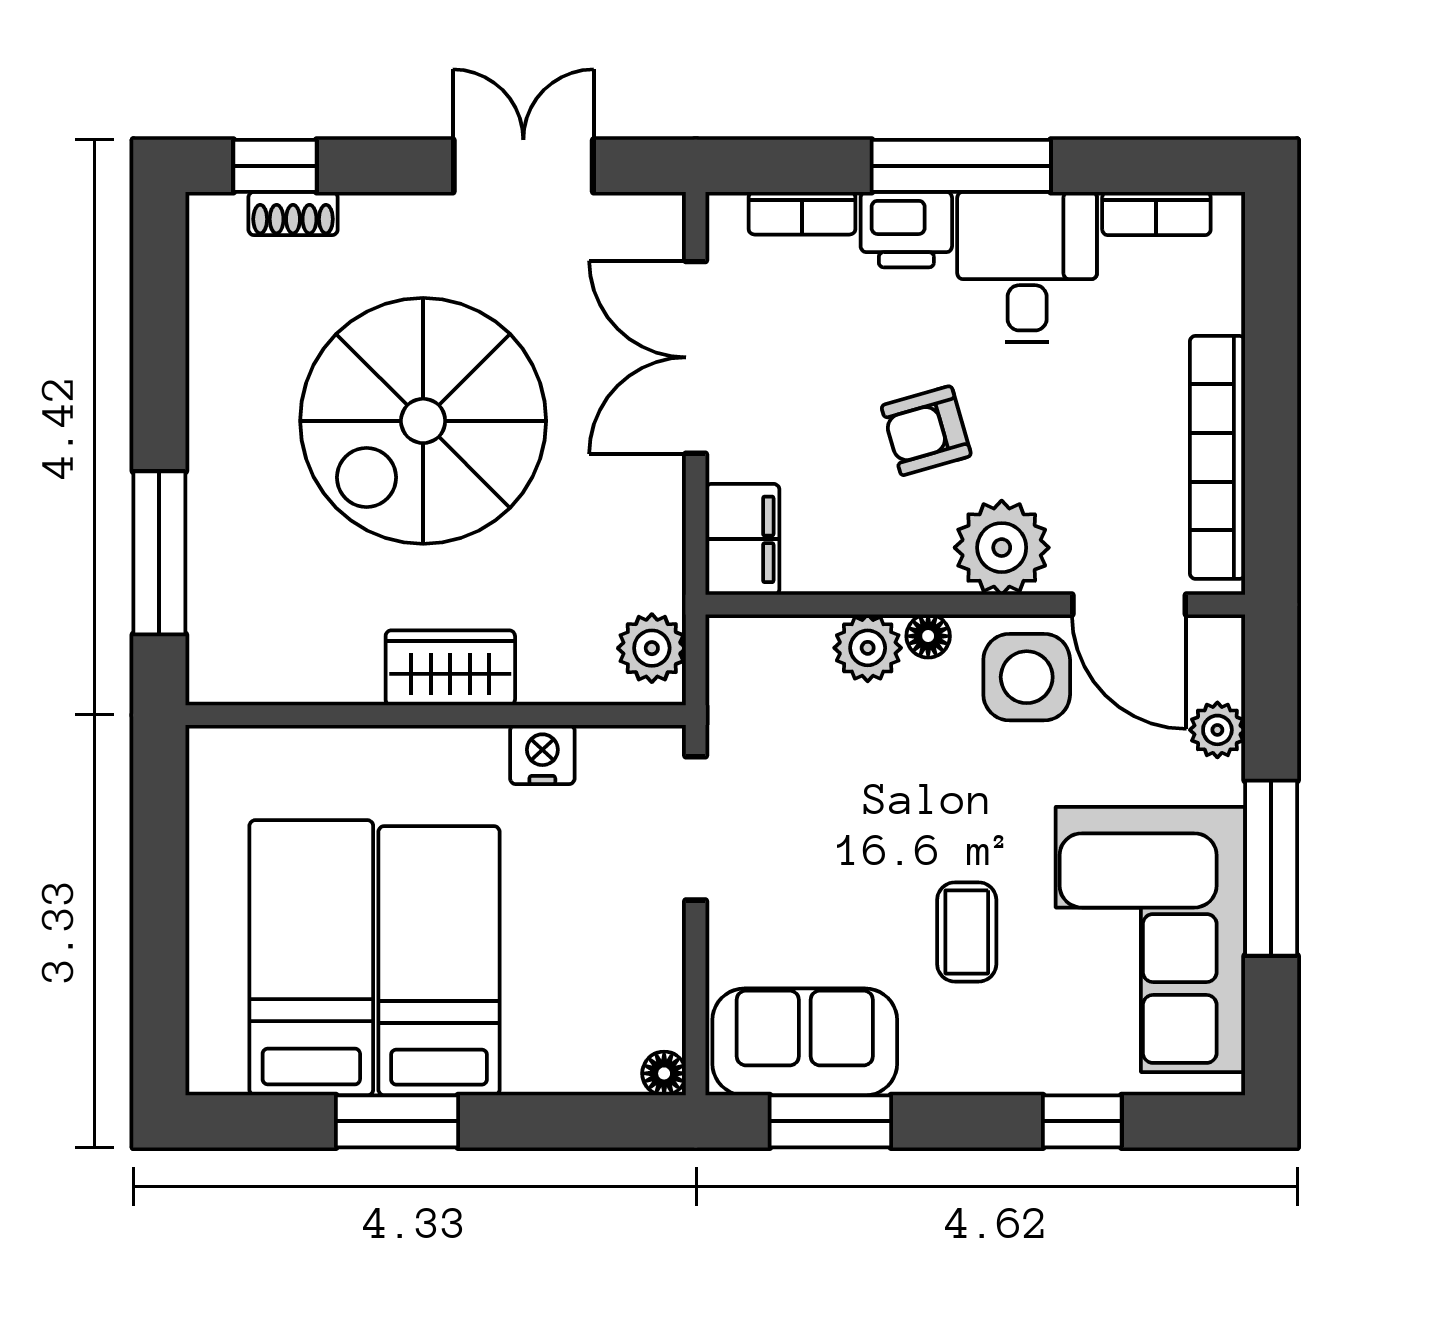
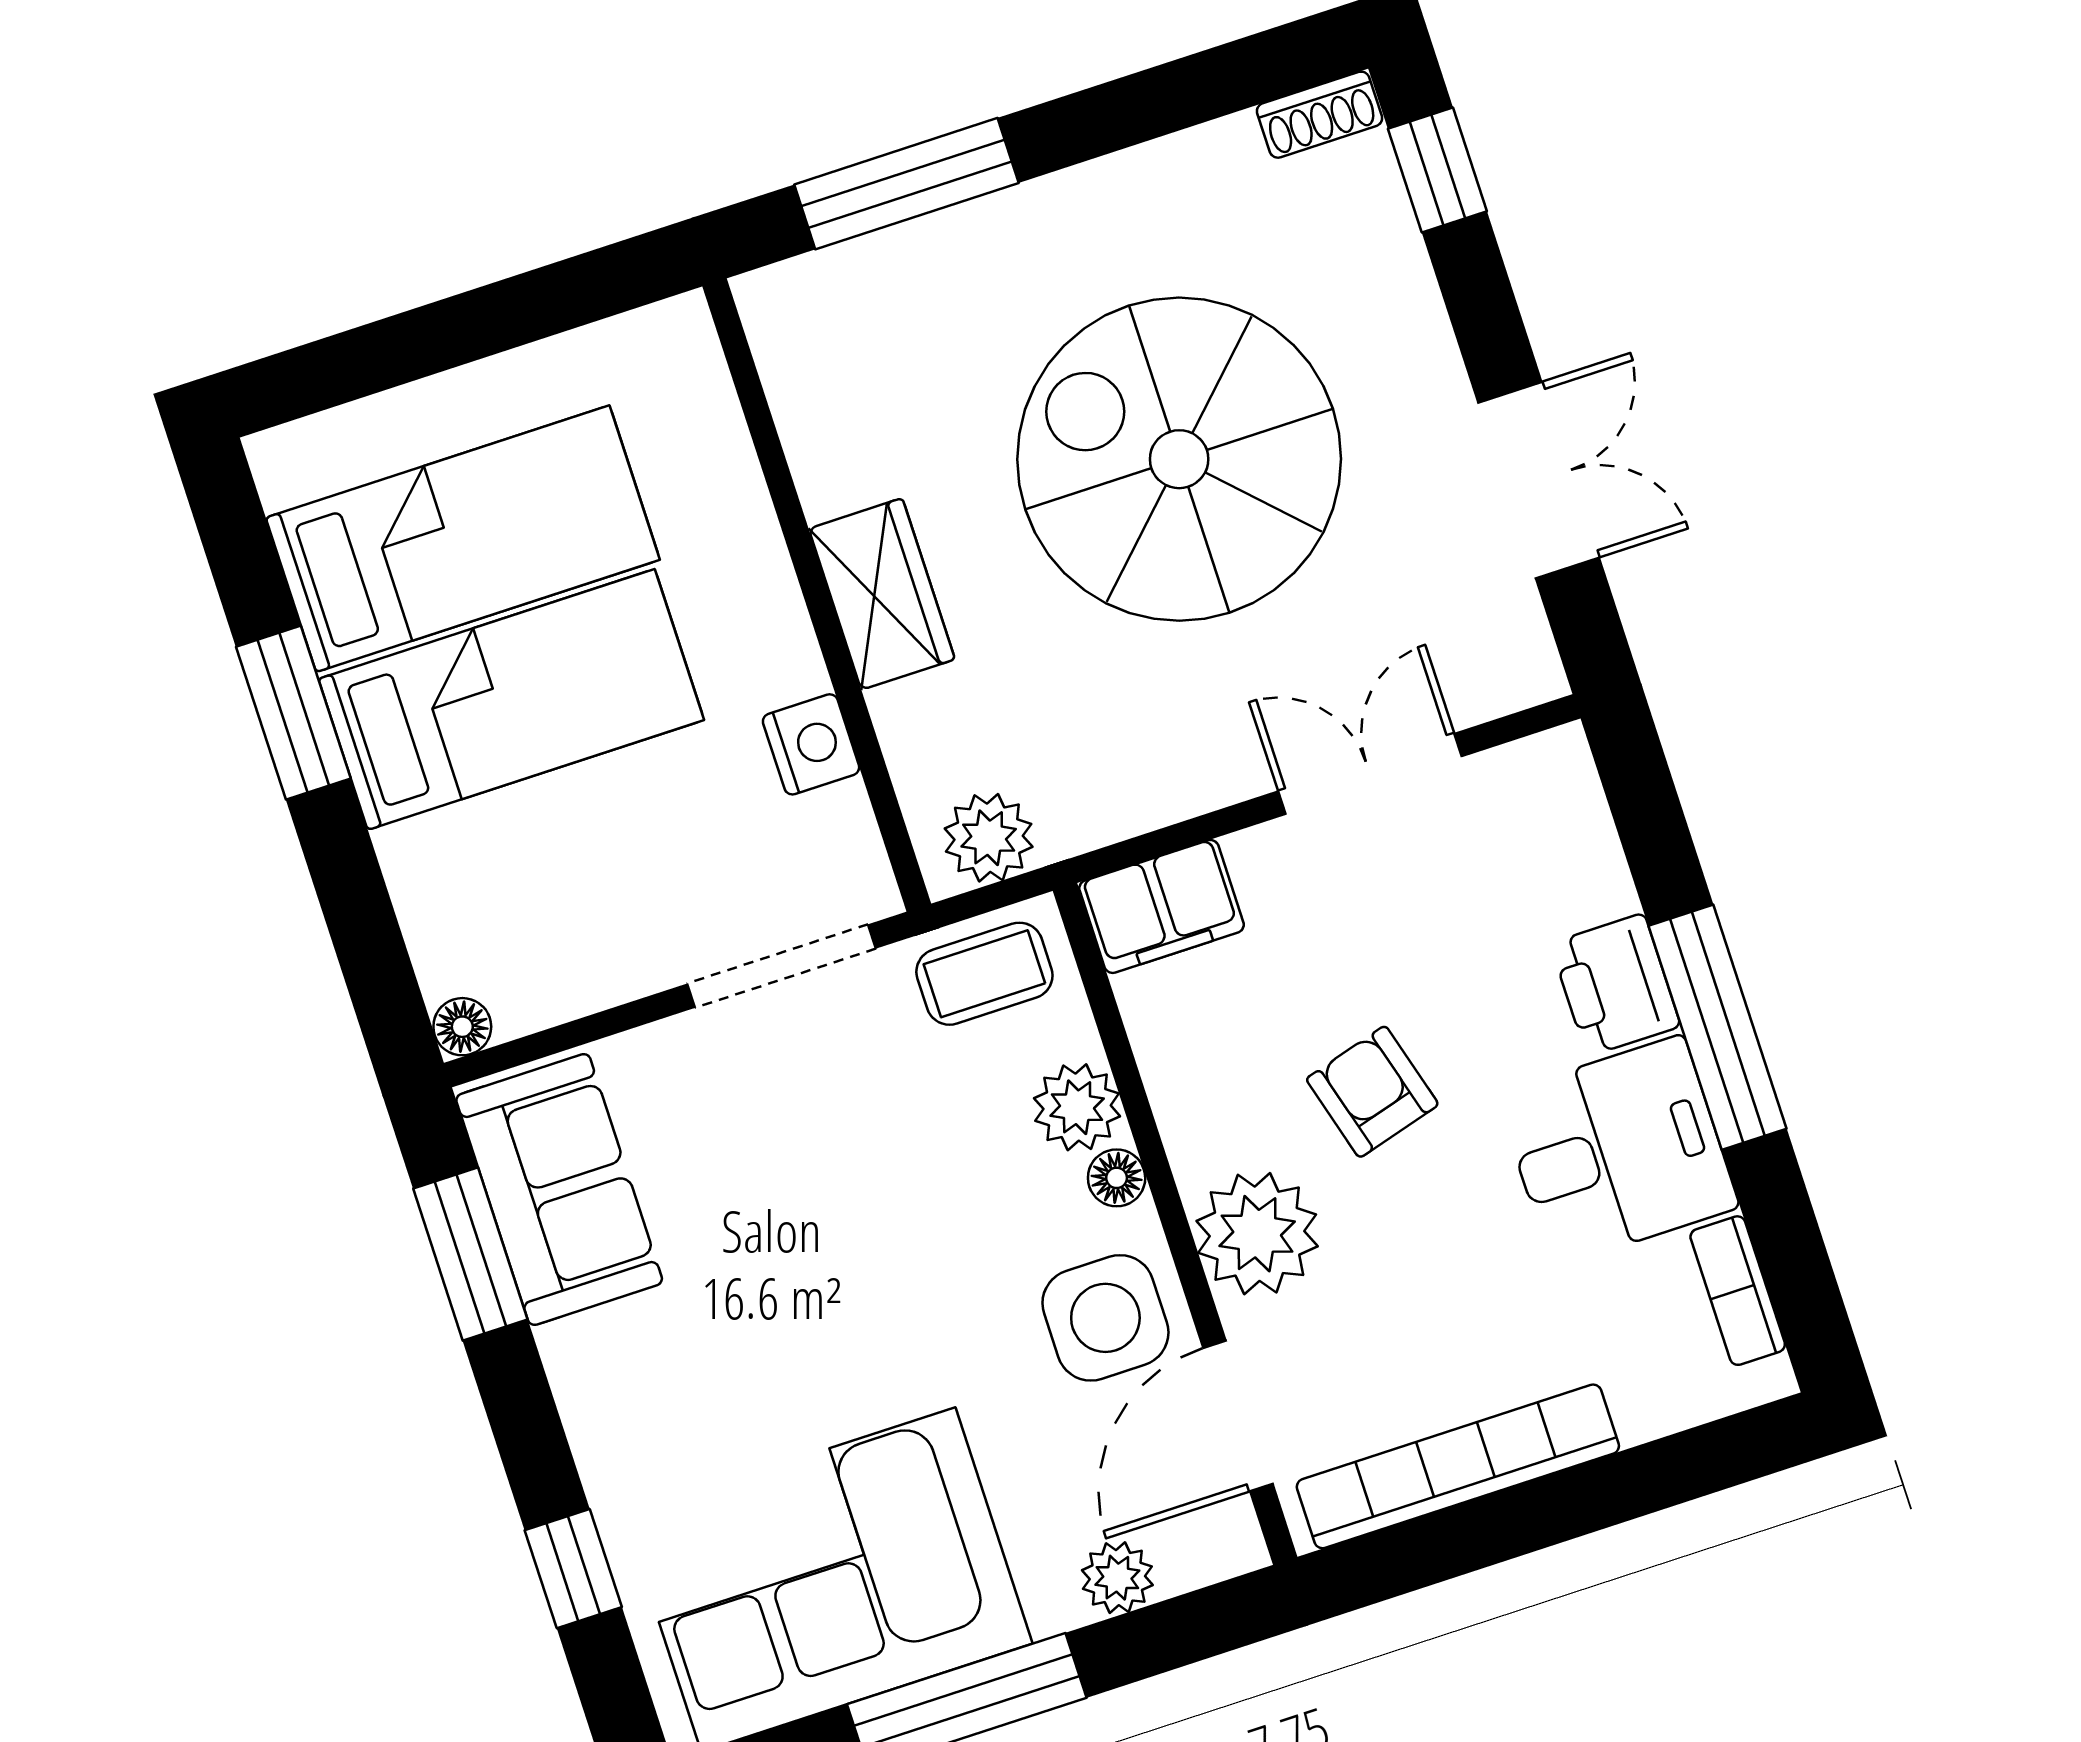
shoe rack: (293, 213) -> (1320, 115), moved, turned -90
bookcase: (802, 213) -> (1593, 848), removed
double door: (696, 357) -> (1370, 774), width x0.73
coffee table: (967, 932) -> (984, 974), moved

